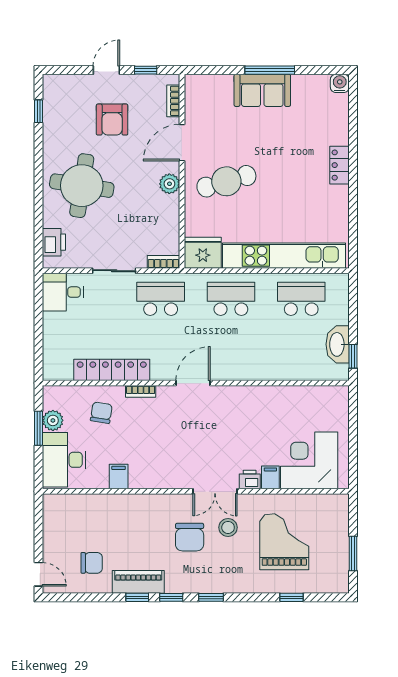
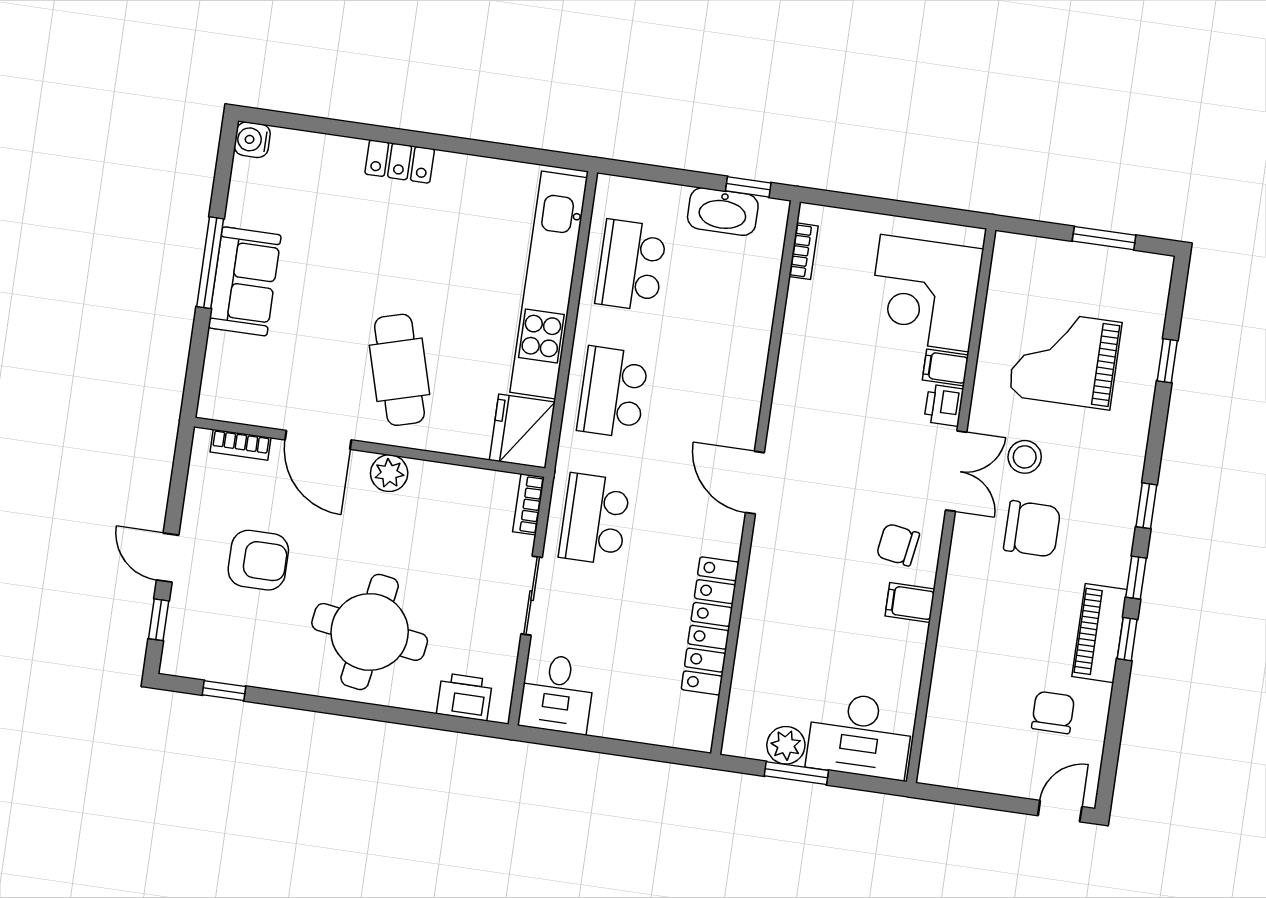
window: (146, 70) -> (159, 620), moved
bookcase: (141, 391) -> (804, 251), moved
chair: (101, 413) -> (898, 545), moved
filing cabinet: (119, 477) -> (910, 603), moved

